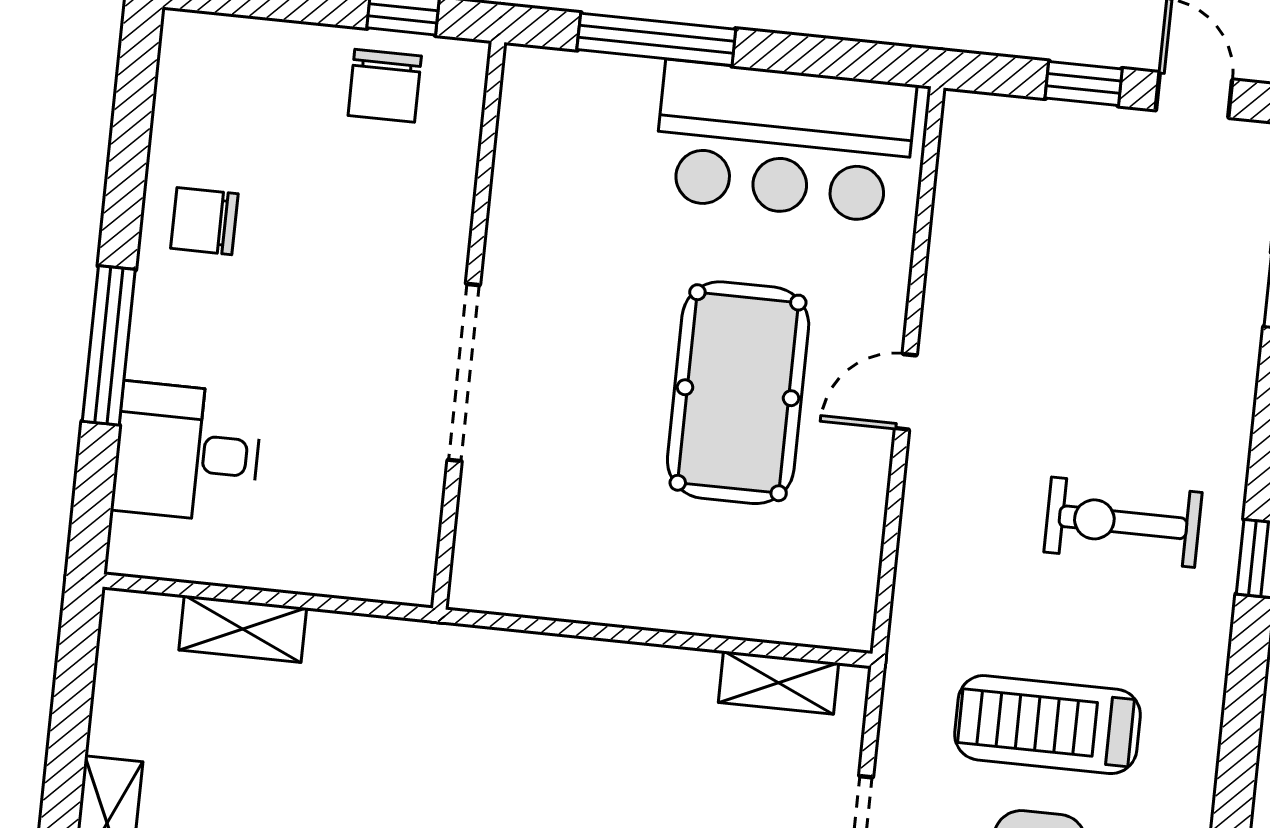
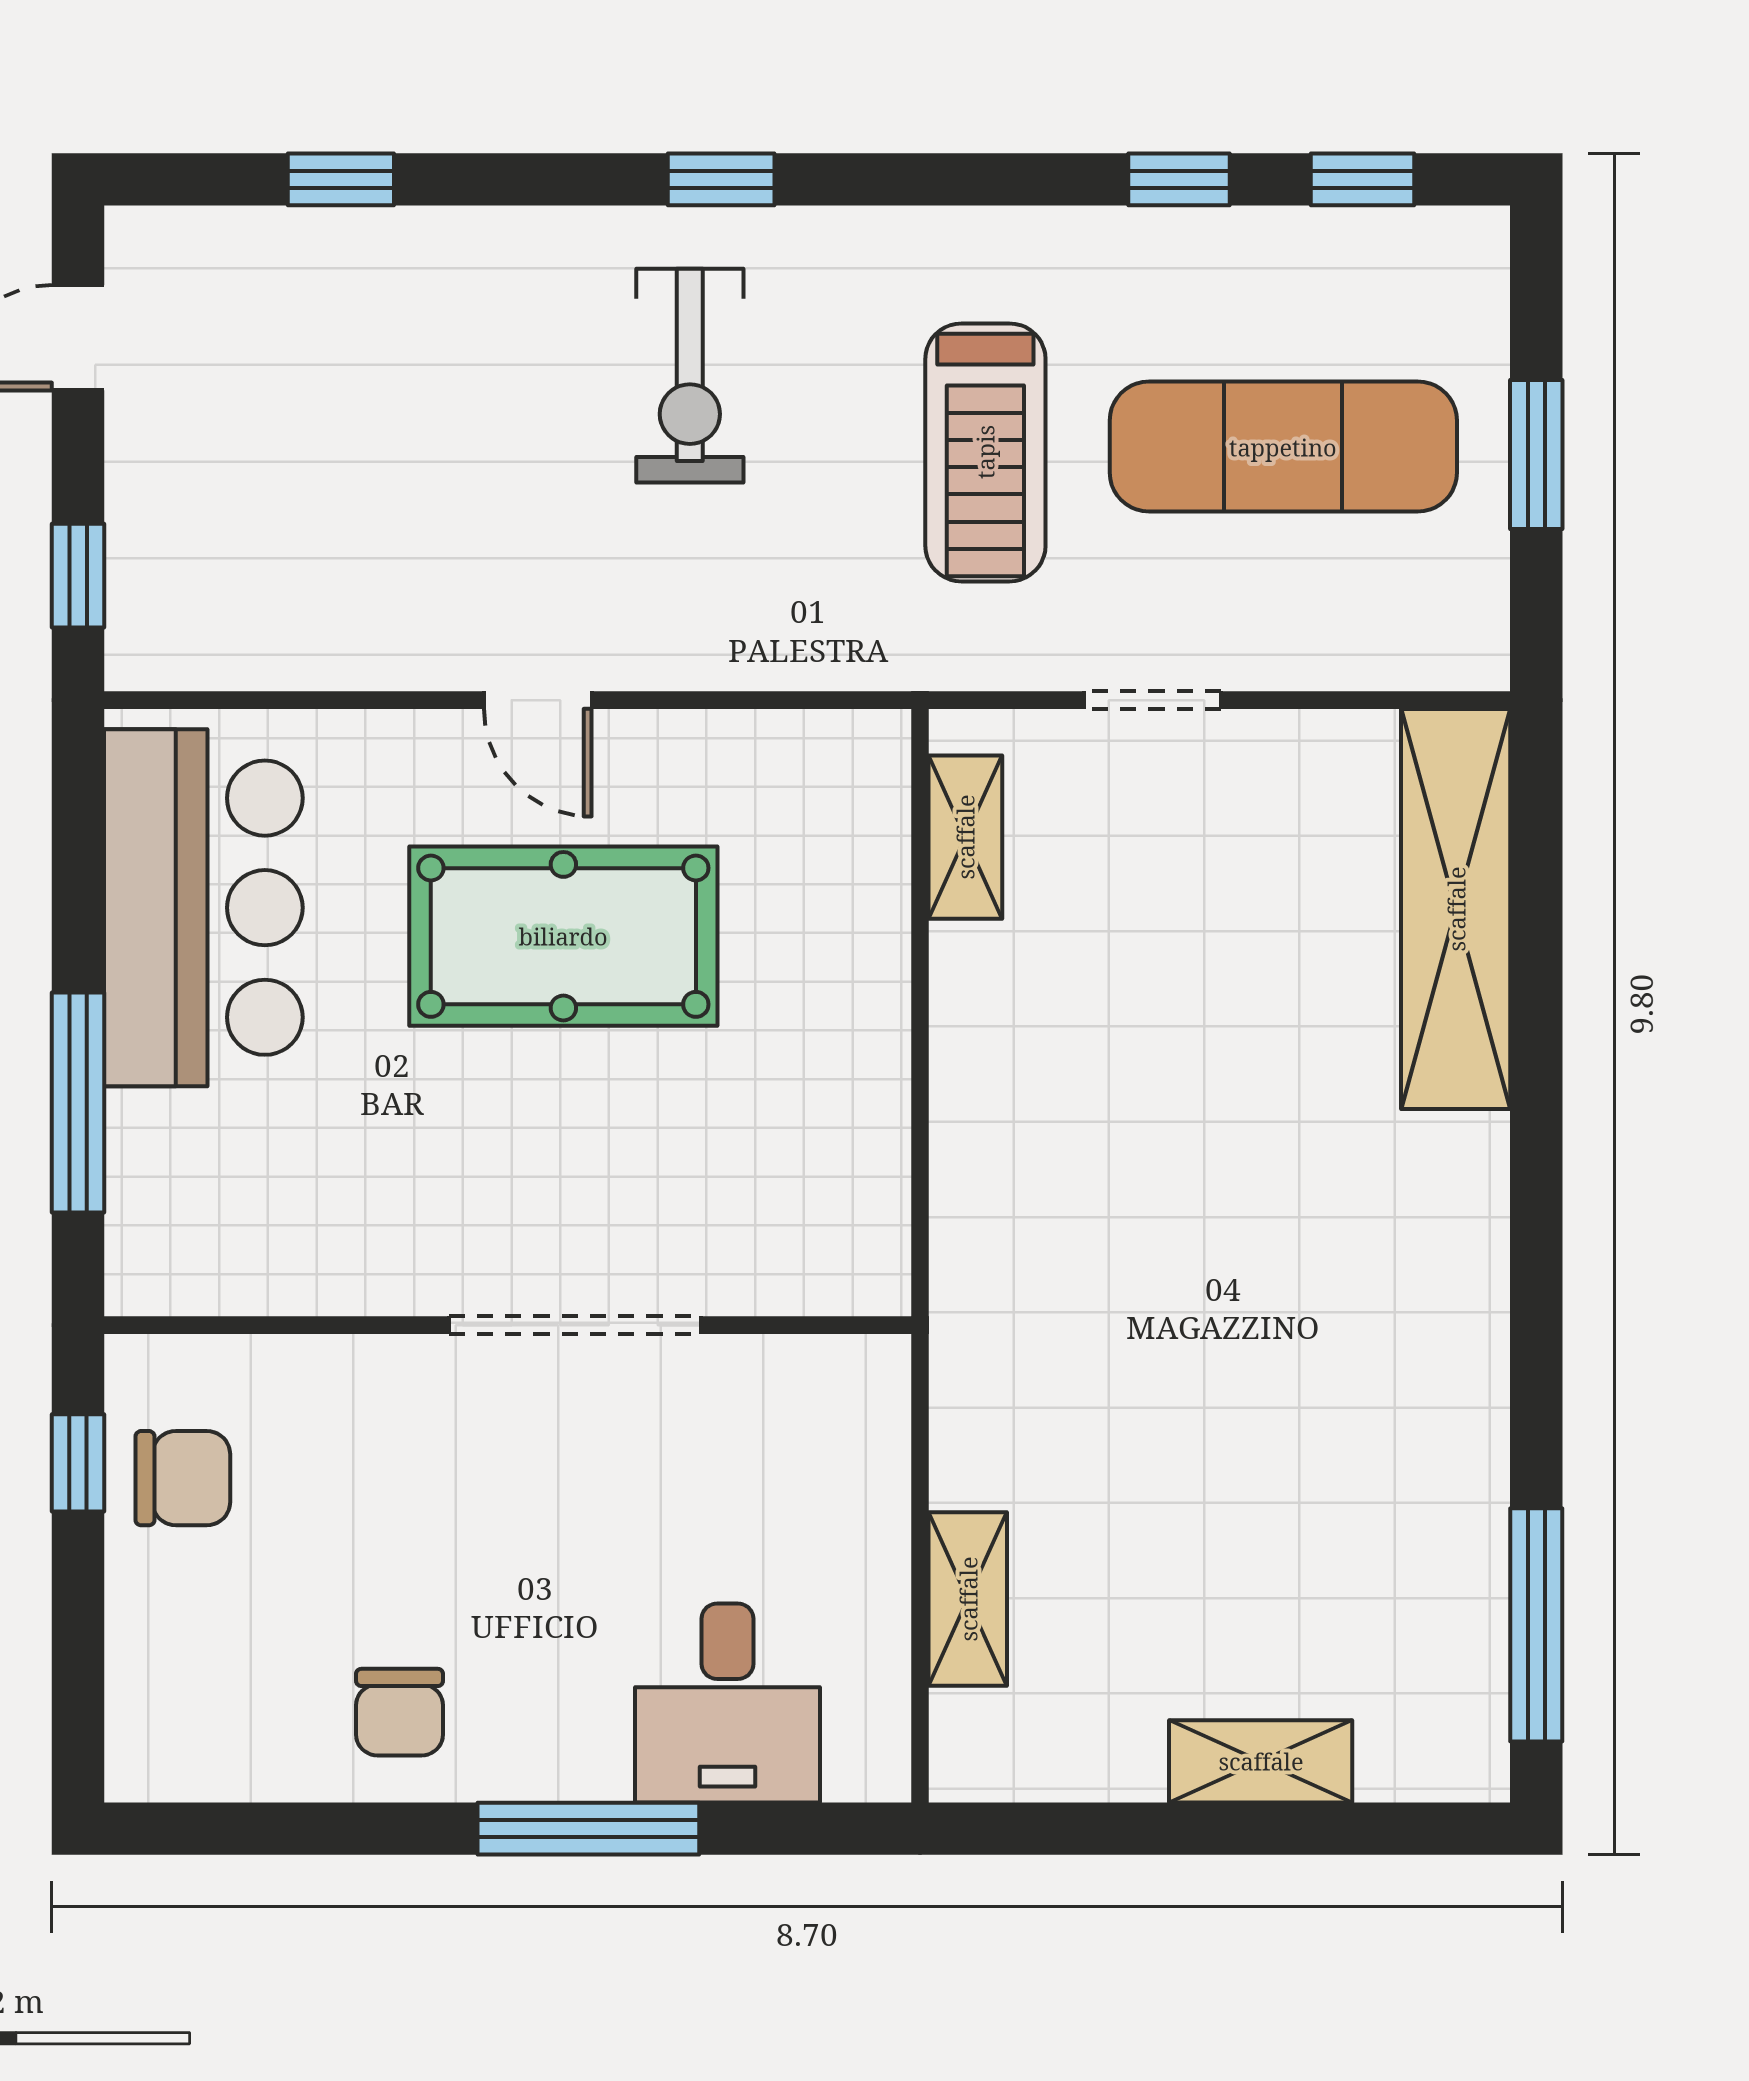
window: (1084, 84) -> (78, 576), moved

